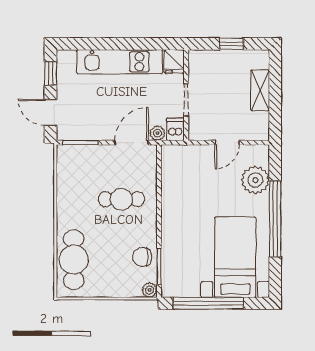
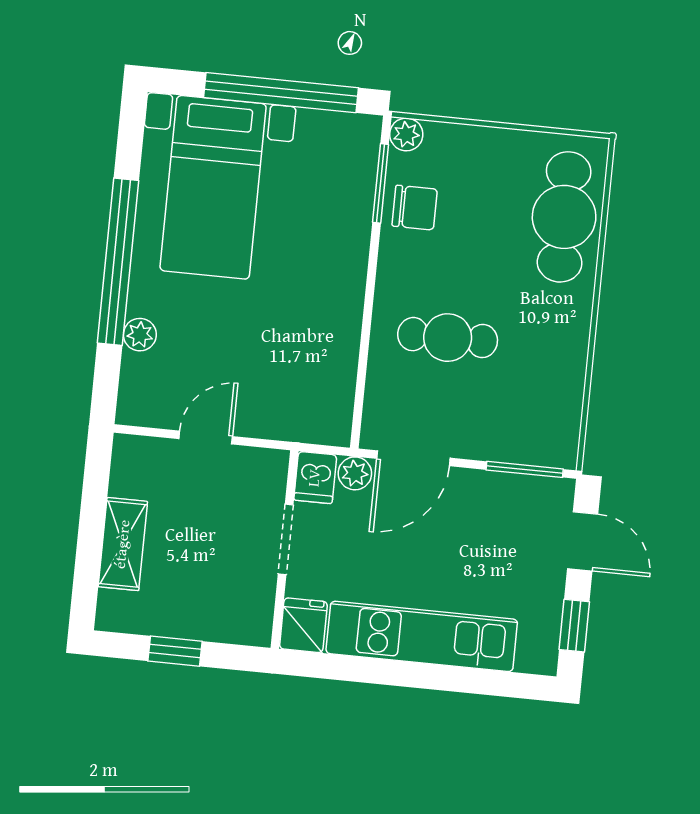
plant: (255, 180) -> (140, 335), width x0.53, depth x0.53

